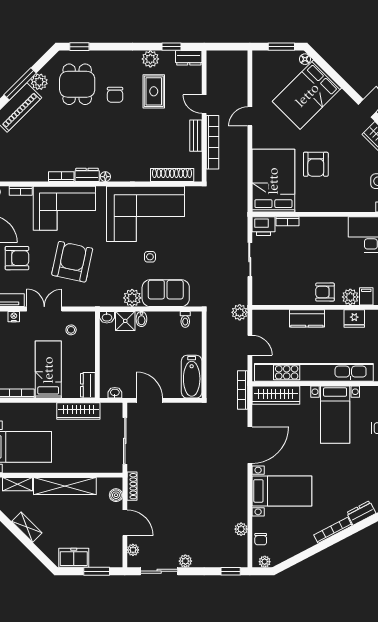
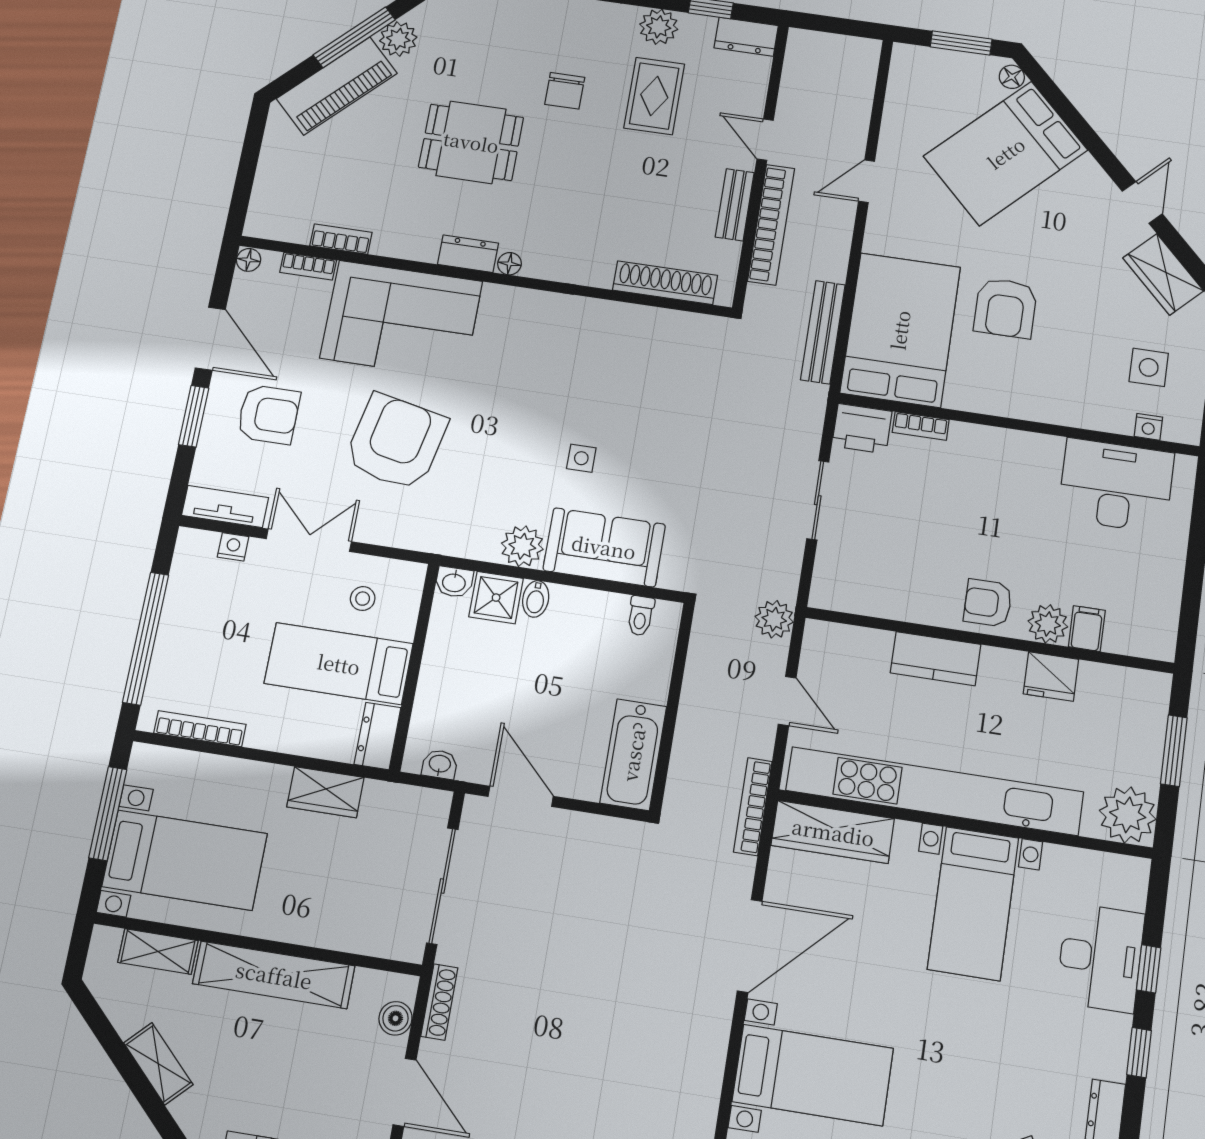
dining table: (77, 84) -> (471, 142), moved, turned 90
bookcase: (61, 177) -> (341, 239), moved
bench: (241, 187) -> (823, 332), added
corner sofa: (145, 214) -> (588, 360), removed
bed: (48, 370) -> (339, 664), moved, turned -90
wardrobe: (78, 411) -> (325, 792), width x0.67

